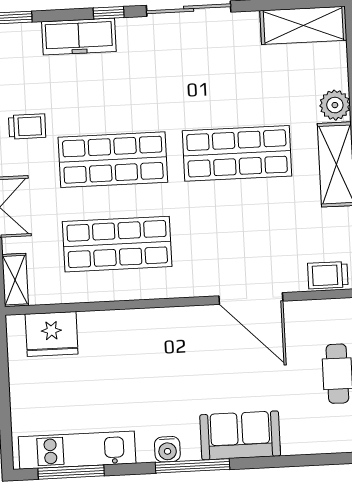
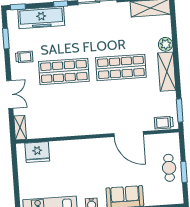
freezer: (79, 37) -> (41, 18), width x1.36, depth x1.26
shop shelf: (117, 244) -> (67, 110), removed

